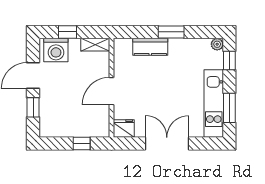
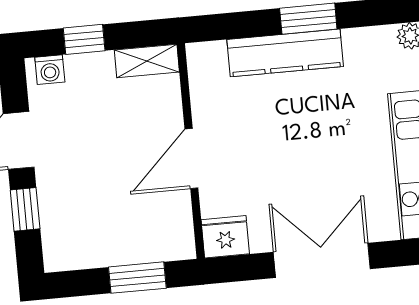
kitchen counter: (150, 47) -> (285, 53), width x1.50
washing machine: (56, 50) -> (50, 70), width x0.53, depth x0.53
window: (82, 143) -> (137, 278), width x1.50

